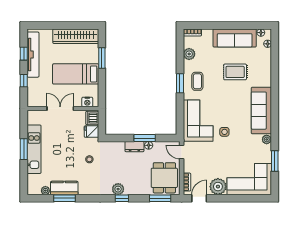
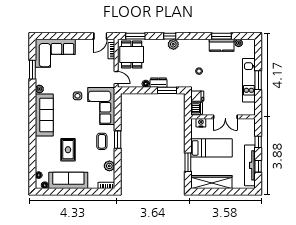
rug: (235, 72) -> (68, 150), turned 90
window: (145, 138) -> (167, 90), moved
plant: (218, 187) -> (83, 47), removed

